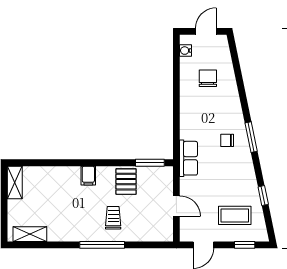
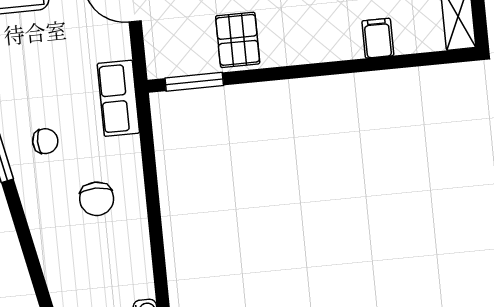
chair: (208, 78) -> (97, 199), moved
filing cabinet: (88, 176) -> (378, 38), moved

